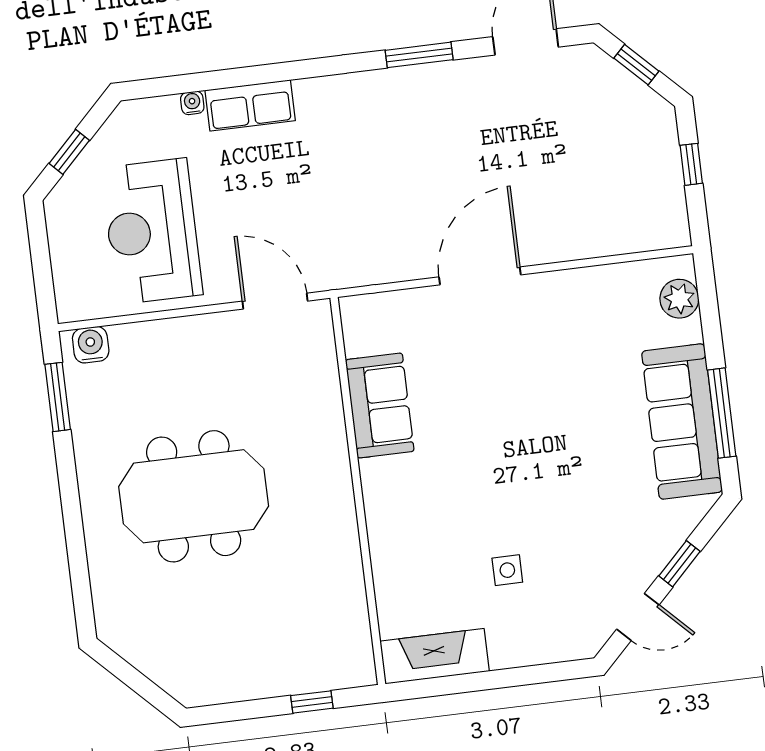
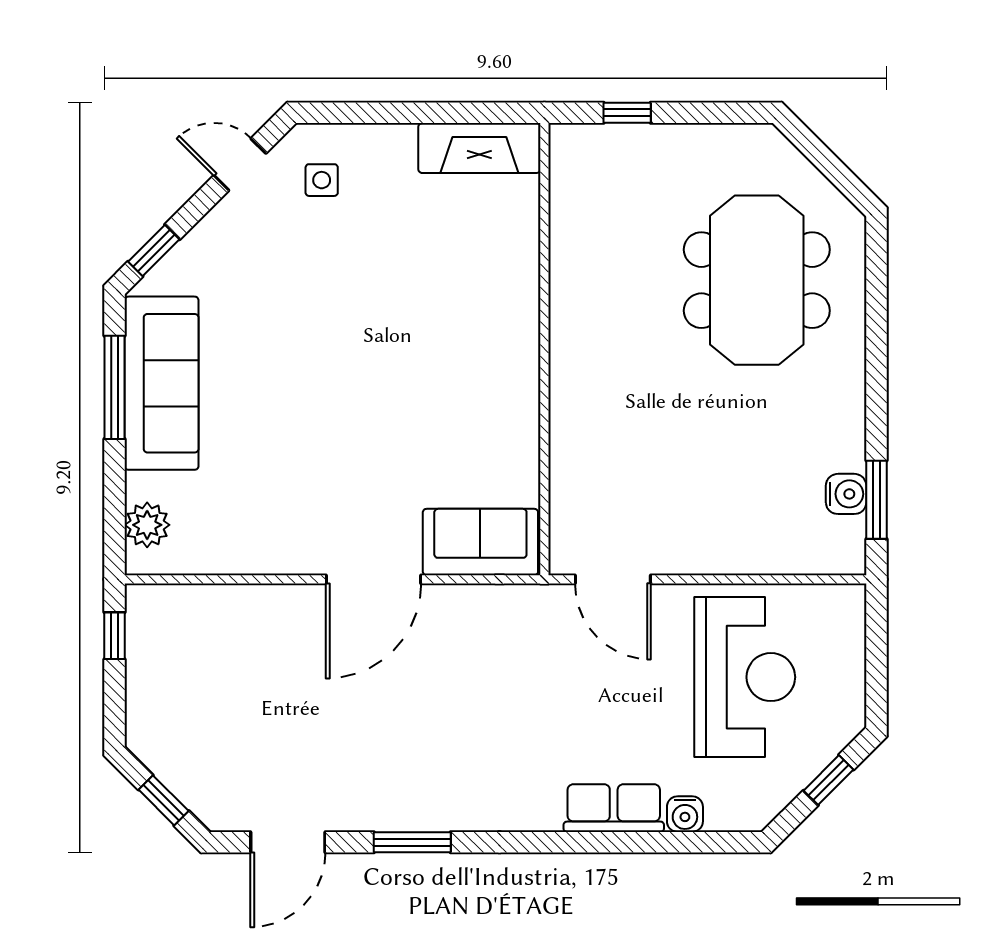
water cooler: (192, 103) -> (685, 814), width x1.38, depth x1.38
window: (691, 164) -> (114, 636), moved
water cooler: (91, 345) -> (846, 494), moved, turned -90
sofa: (380, 405) -> (480, 542), moved, turned 90
meeting table: (194, 496) -> (757, 280), moved, turned 90
window: (680, 564) -> (154, 251), moved
side table: (507, 570) -> (322, 180), moved

